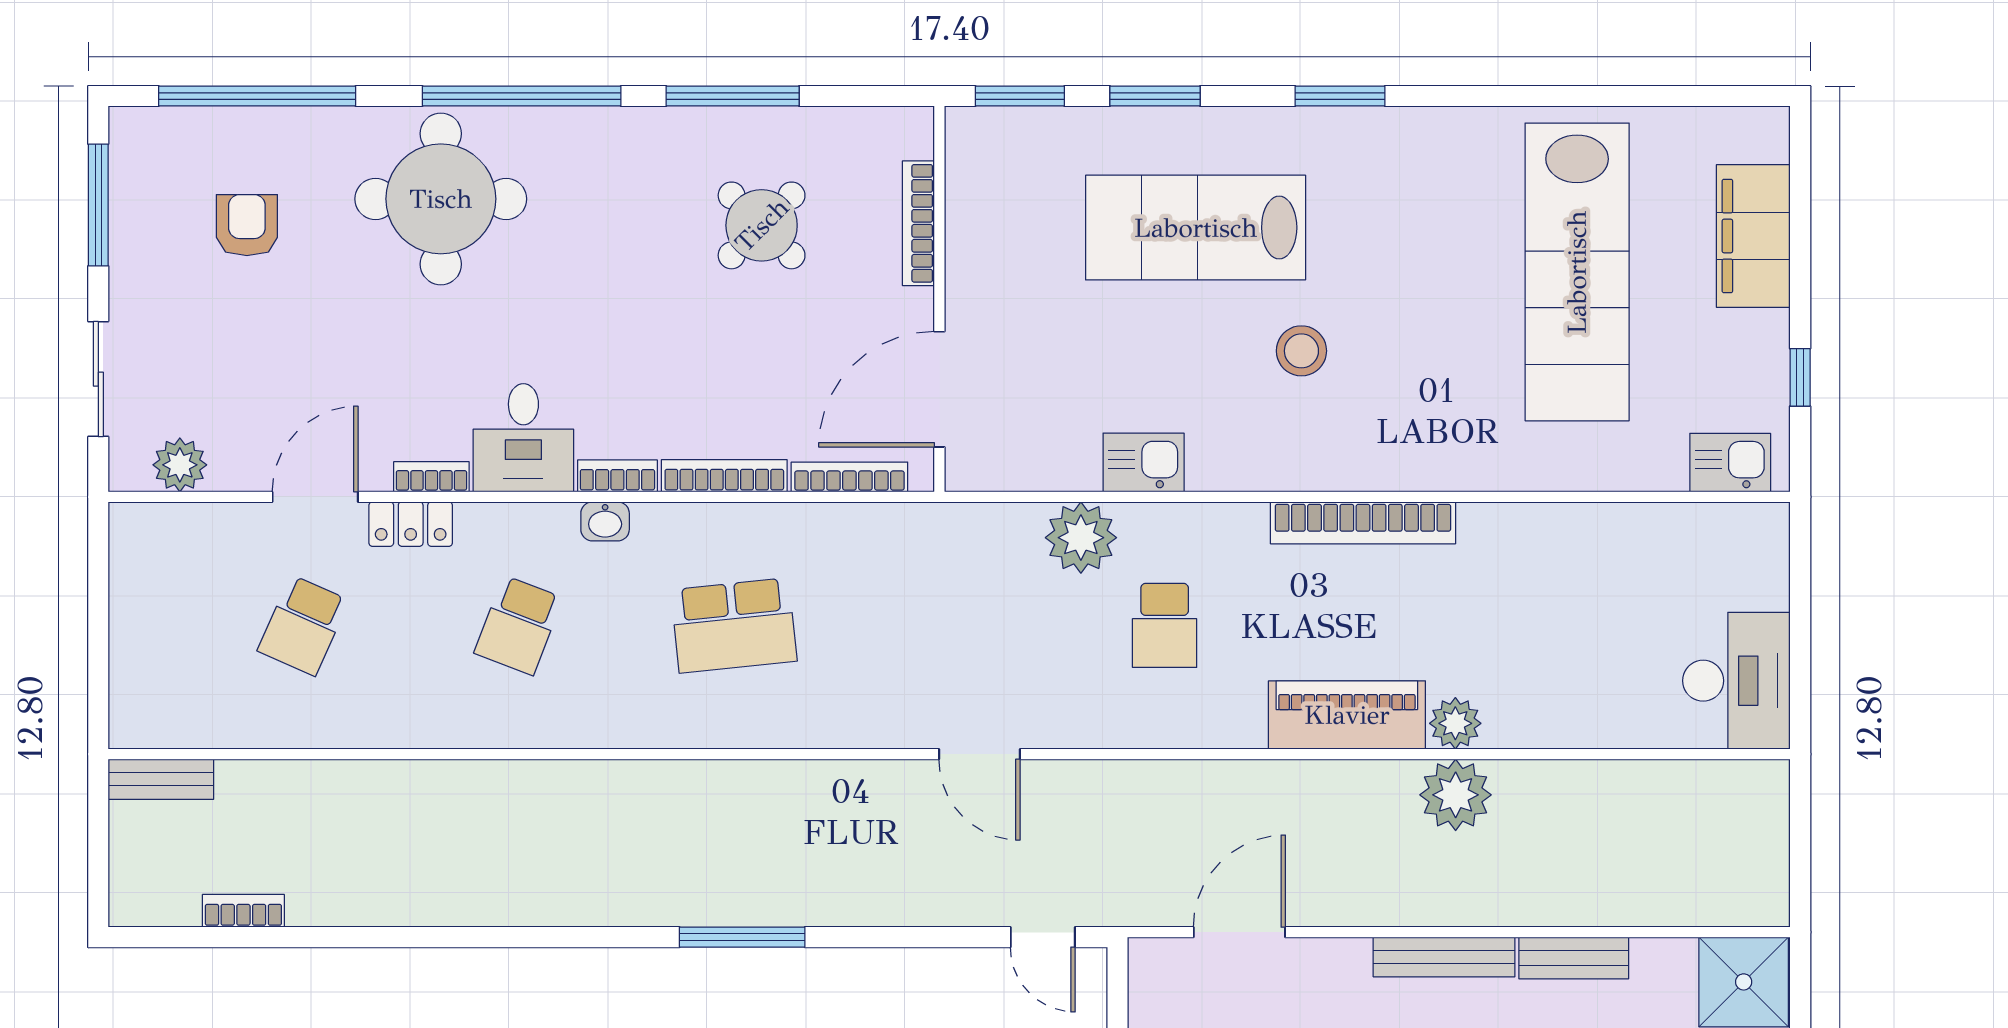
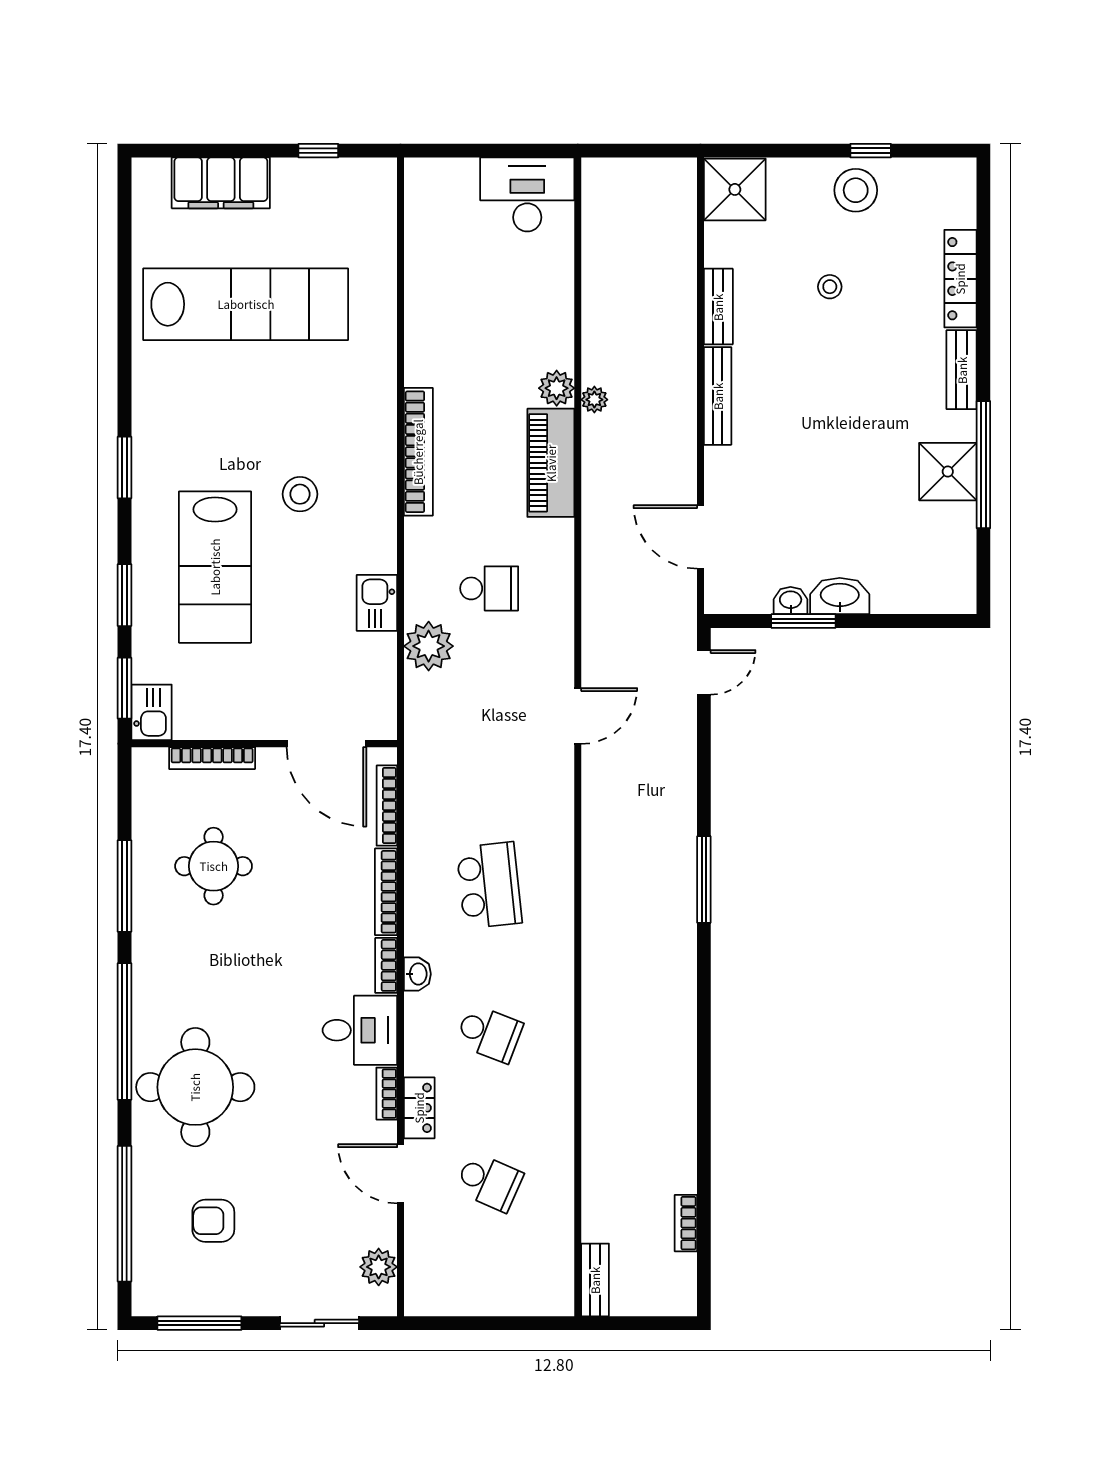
round table: (762, 225) -> (214, 866), turned 45
kitchen sink: (1730, 463) -> (151, 712), moved, turned 180
plant: (1456, 795) -> (594, 400), width x0.53, depth x0.53

